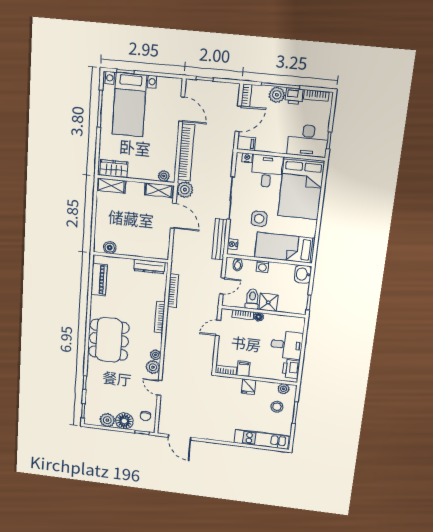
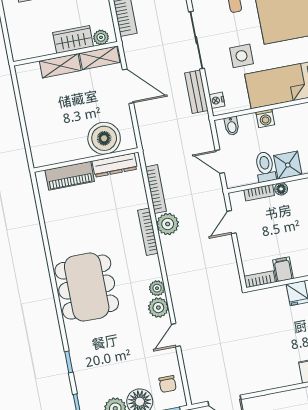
wardrobe: (114, 169) -> (73, 39), moved
shelving: (111, 186) -> (60, 66), moved
plant: (185, 190) -> (168, 224), moved
bench: (219, 239) -> (196, 92), width x0.73
boiler: (110, 248) -> (104, 138), moved, width x1.86, depth x1.86
piano: (99, 280) -> (70, 176), moved, turned 90
door: (222, 286) -> (220, 162), swing flipped
door: (160, 388) -> (176, 335), hinge flipped

